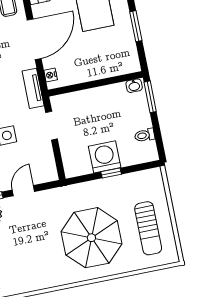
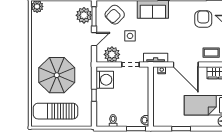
washing machine: (105, 157) -> (105, 80), moved
plant: (42, 158) -> (112, 54), added
door: (23, 191) -> (94, 39), hinge flipped
sun lounger: (148, 228) -> (55, 111), width x1.36, depth x1.34

